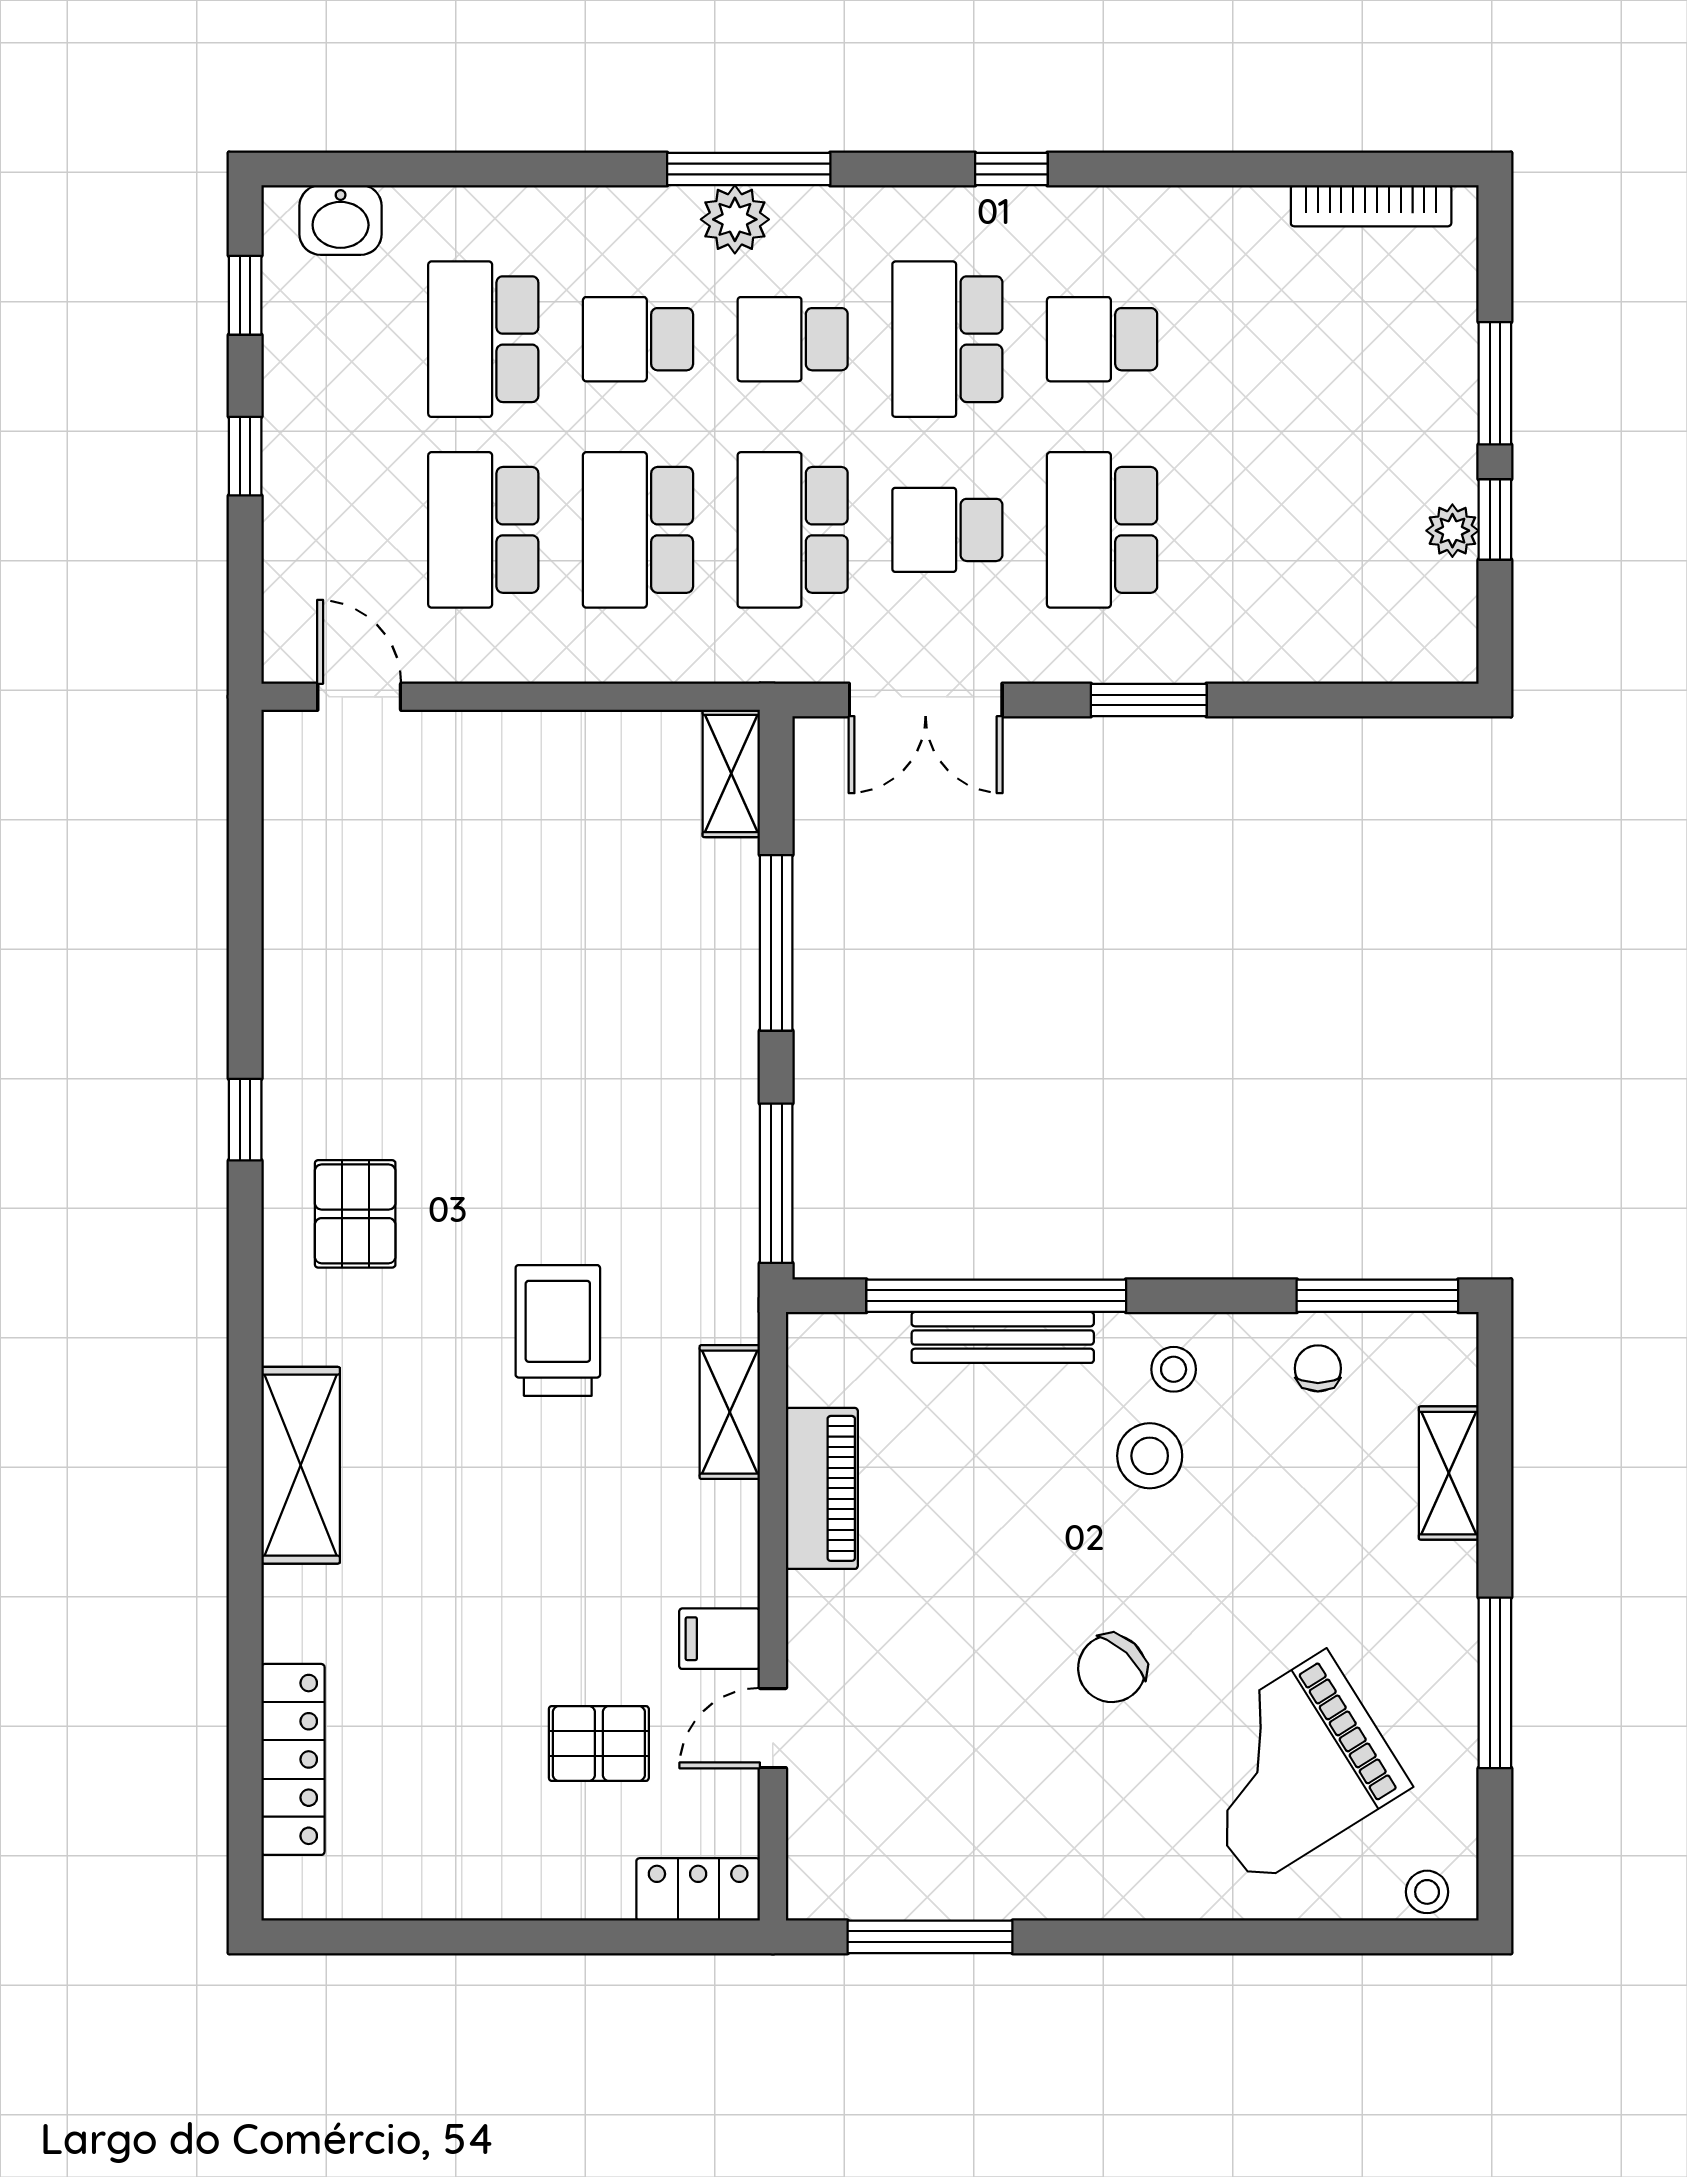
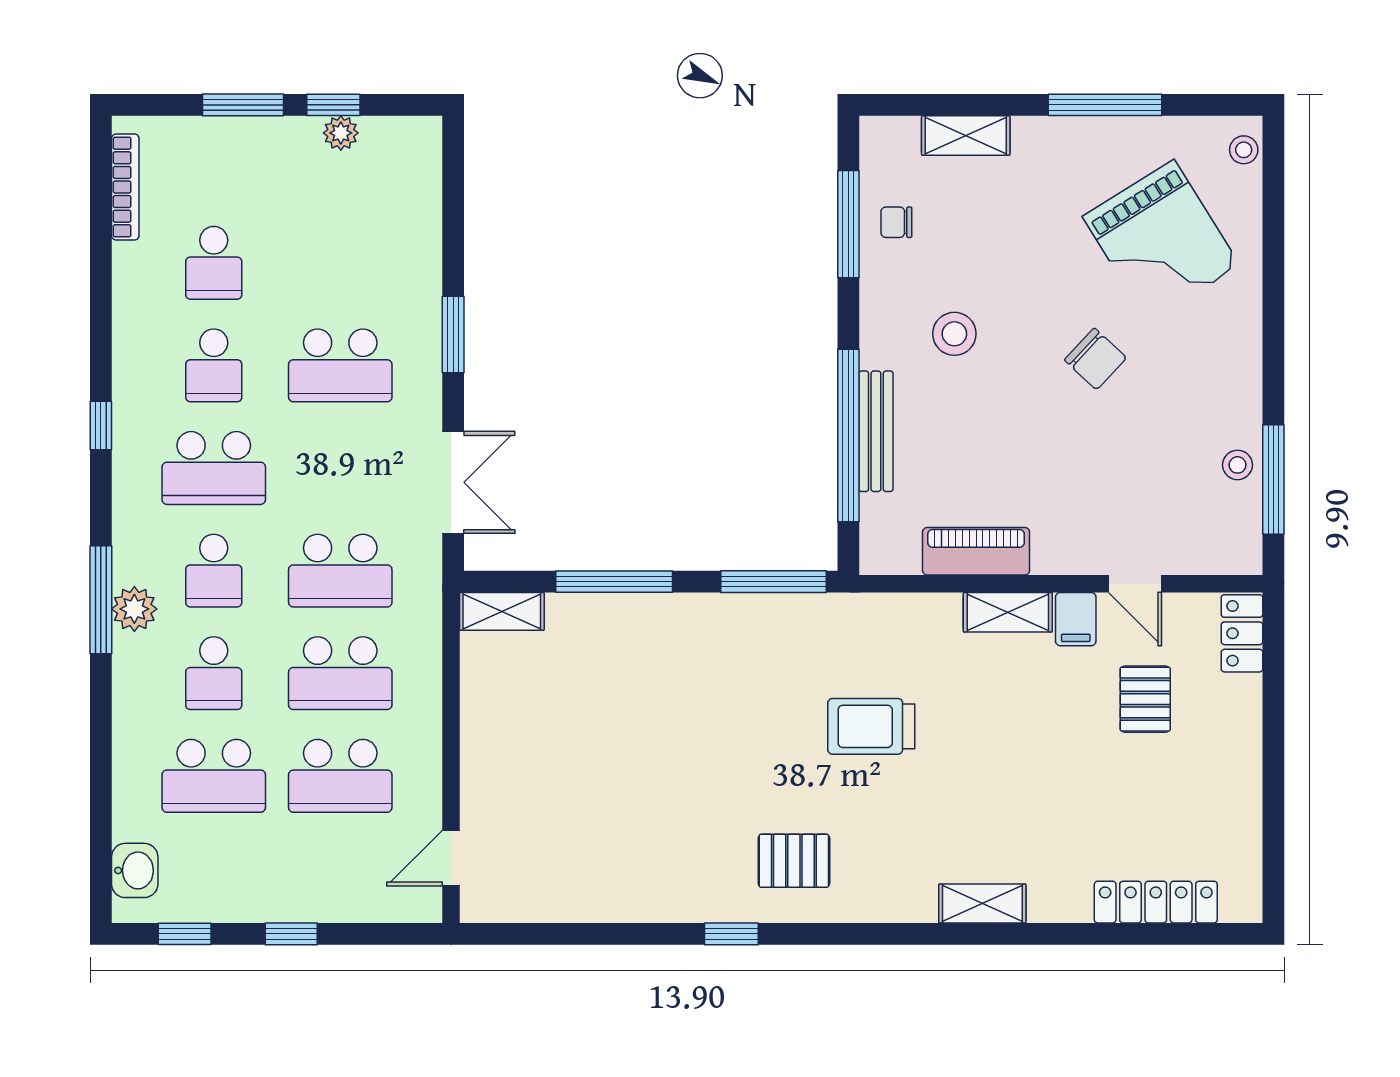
school desk: (947, 530) -> (214, 263), moved
window: (1377, 1296) -> (848, 224), moved
stool: (1174, 1369) -> (1238, 465), moved
shelving: (730, 1412) -> (1008, 612), moved
shelving: (301, 1465) -> (982, 903), width x0.67, depth x0.75

